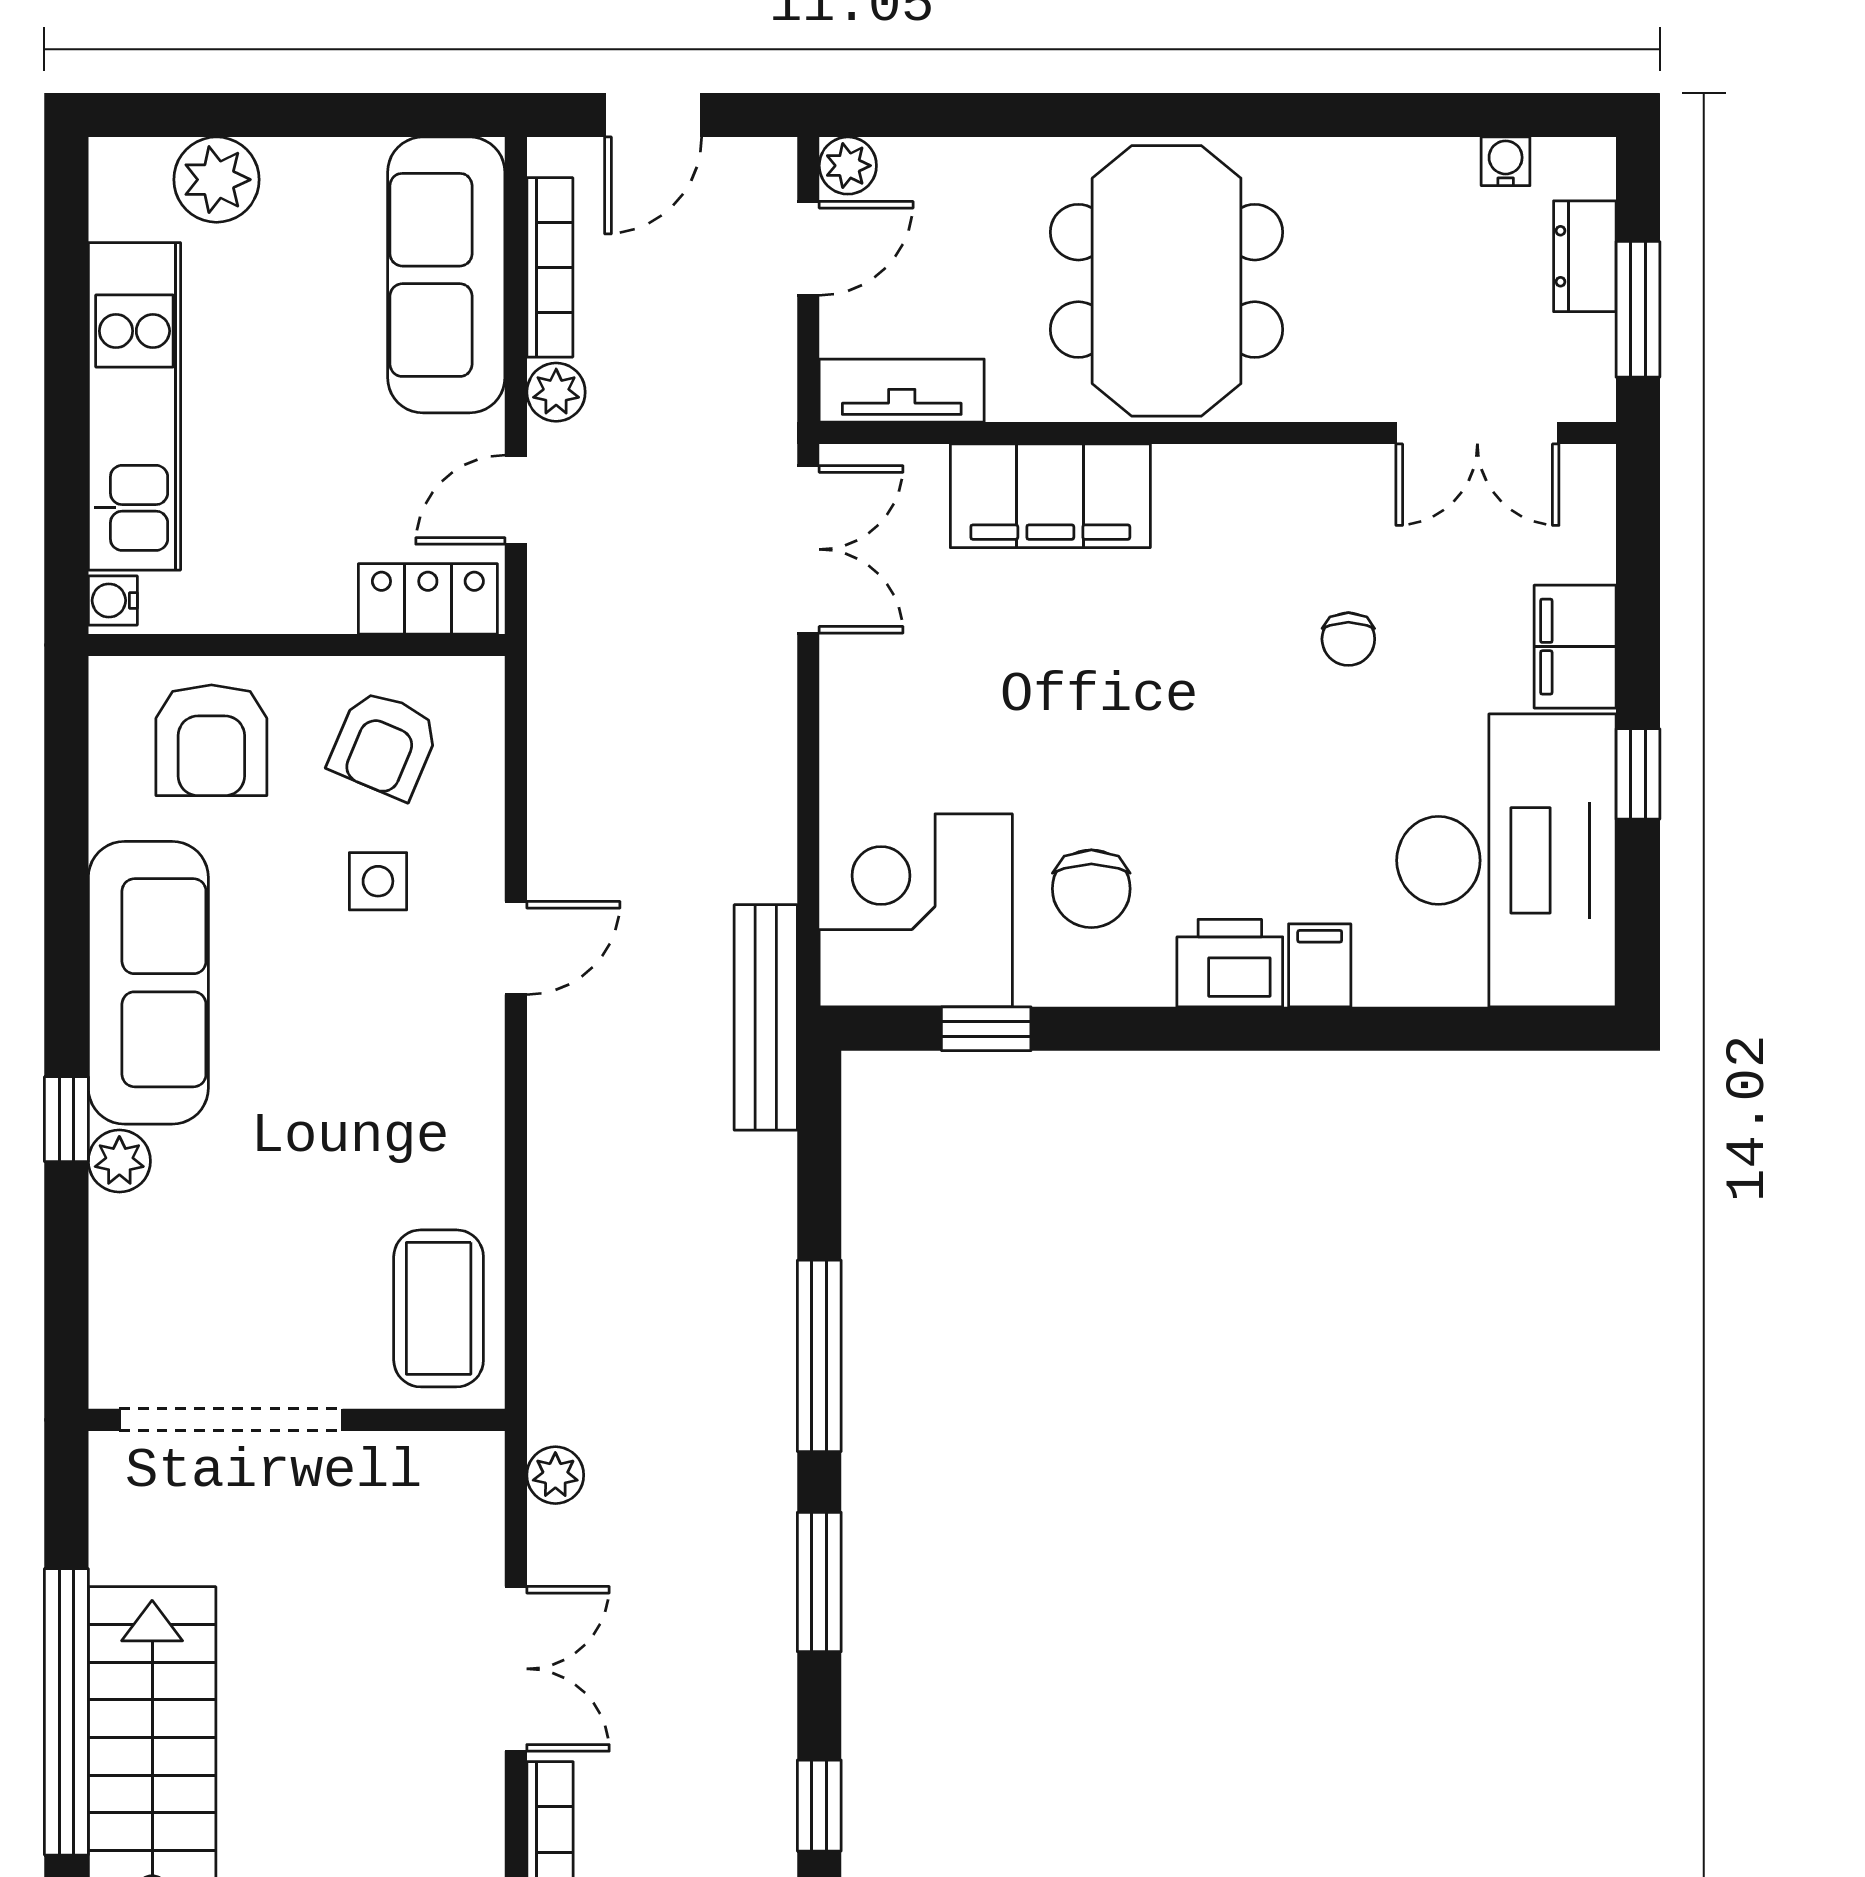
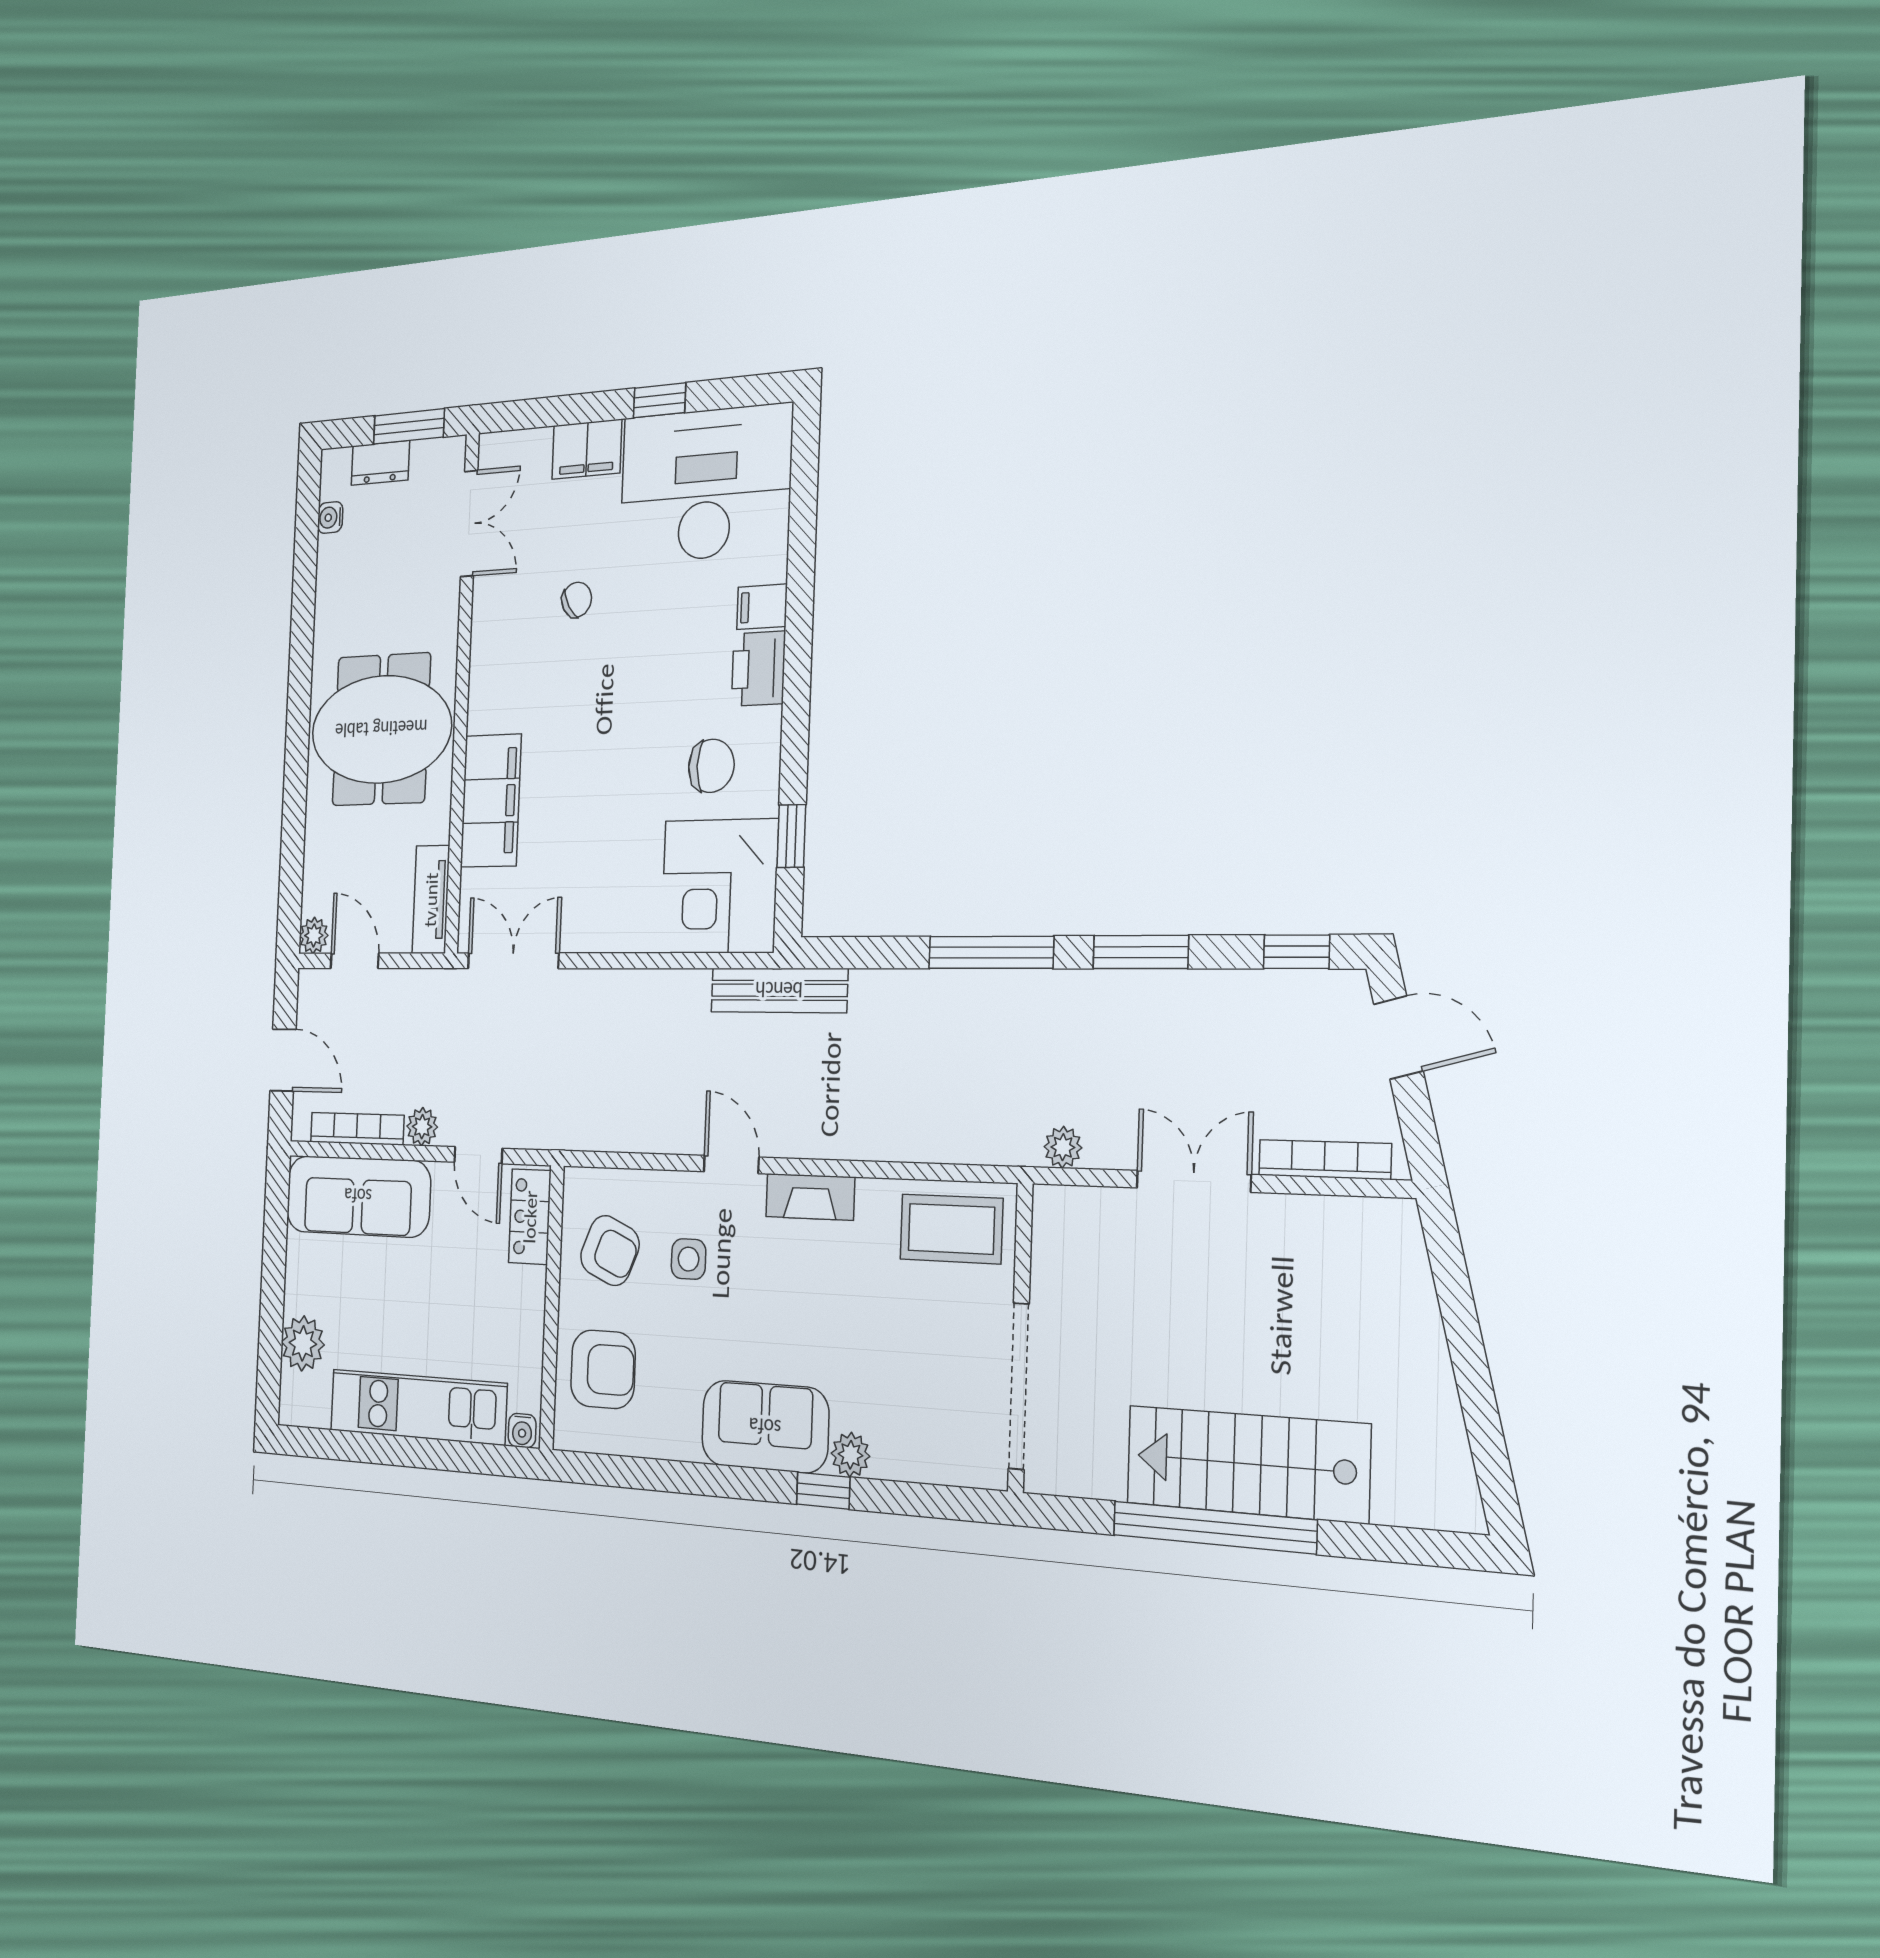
chair: (1348, 639) -> (577, 600), turned -31
sofa: (148, 983) -> (765, 1427), width x0.73
fireplace: (474, 1081) -> (810, 1197), added

